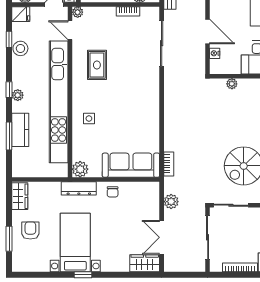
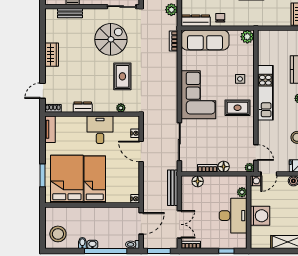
floor lamp: (109, 13) -> (224, 167), added
rug: (97, 65) -> (238, 108), moved, turned 90
corner sofa: (139, 100) -> (198, 95), added
kitchen unit: (59, 102) -> (265, 93), width x0.54
rug: (230, 122) -> (122, 76), added
dresser: (79, 188) -> (196, 21), moved

